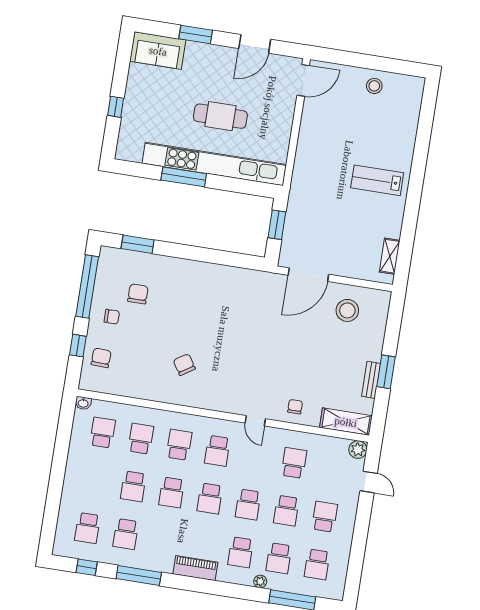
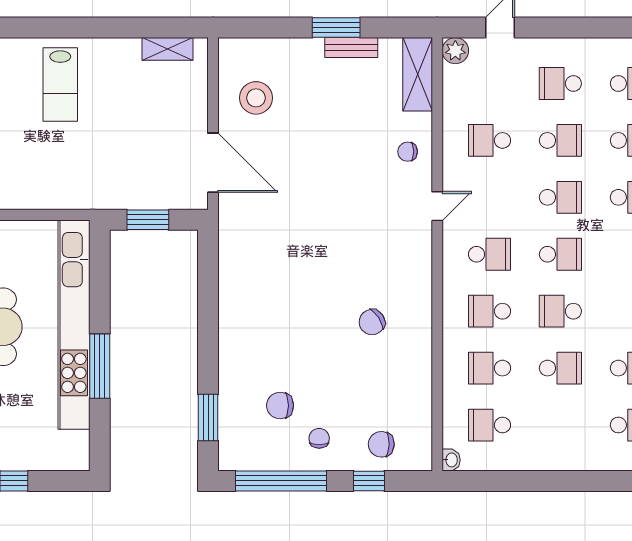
school desk: (172, 492) -> (560, 311), turned 180

